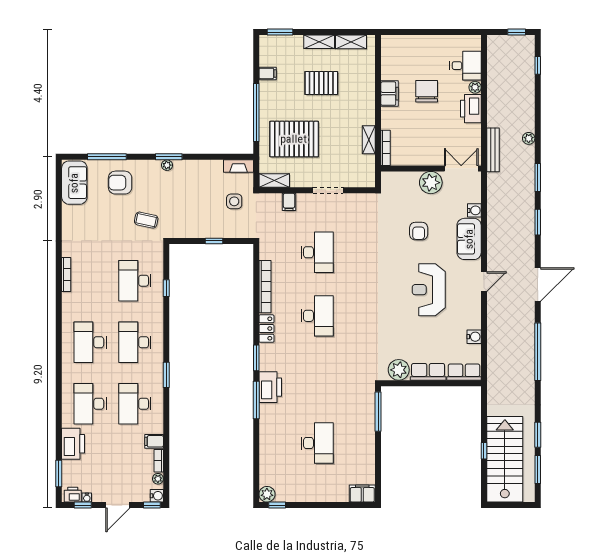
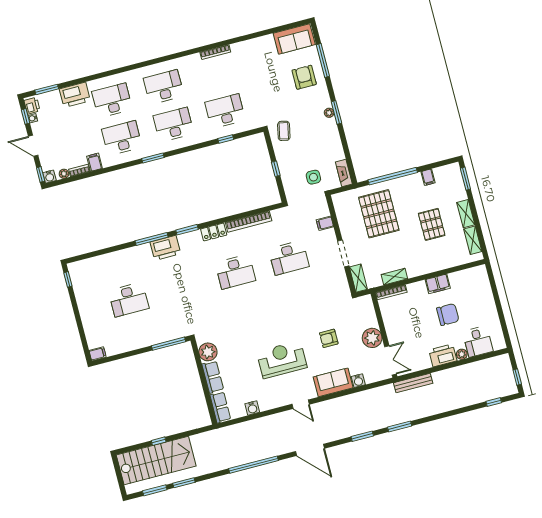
plant: (529, 138) -> (431, 410), removed
shelving: (274, 180) -> (358, 278), moved
coffee table: (146, 220) -> (284, 131), moved
plant: (267, 494) -> (75, 269), removed
filing cabinet: (362, 494) -> (98, 354), width x0.50

